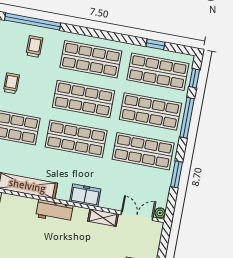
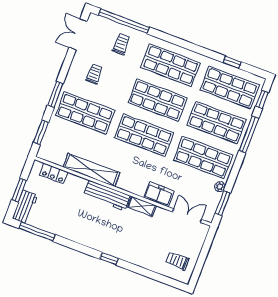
window: (177, 174) -> (223, 203), moved
freezer: (85, 195) -> (159, 194), moved
workbench: (54, 211) -> (107, 196), width x1.37
plant: (160, 213) -> (220, 187), moved
shelving: (103, 218) -> (142, 206), moved

